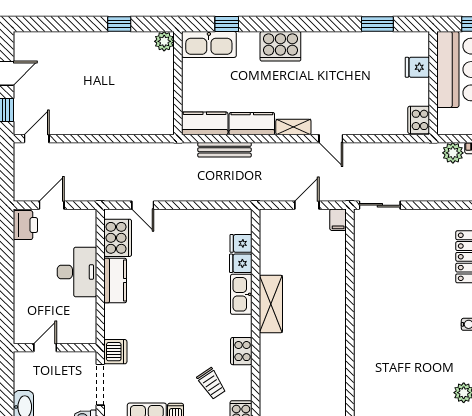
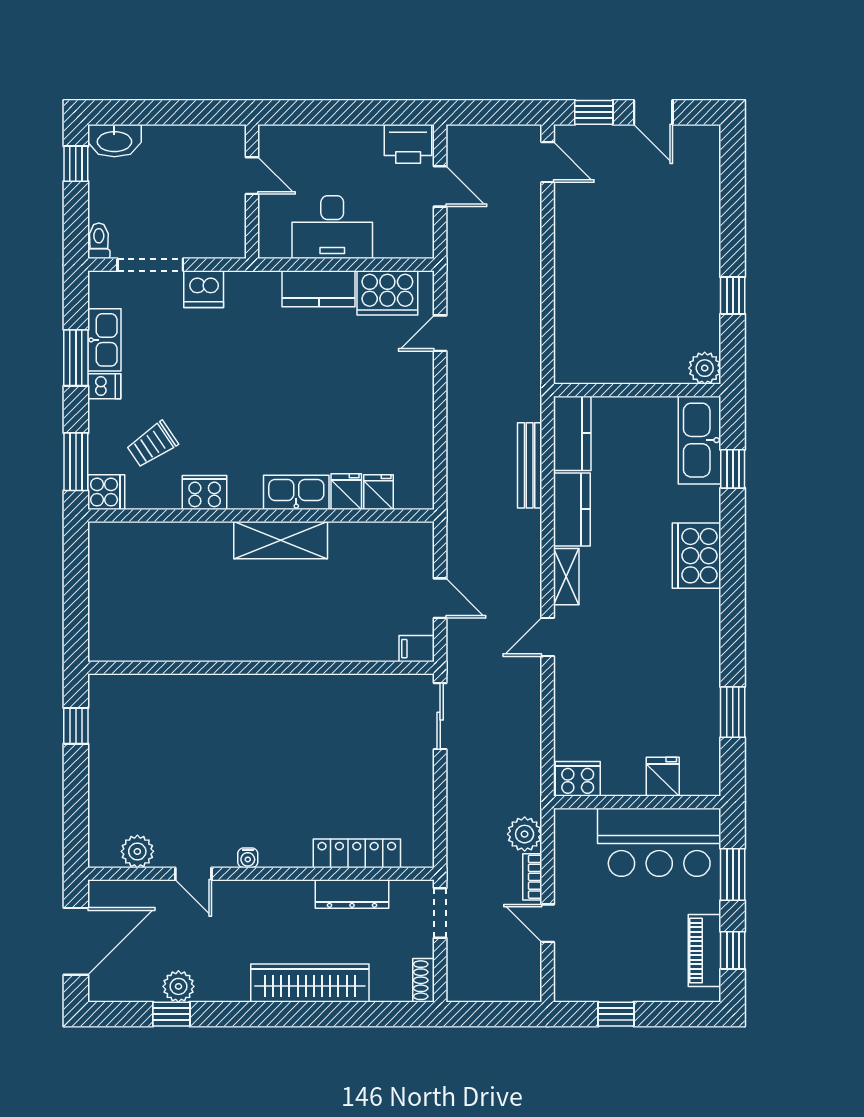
door: (45, 348) -> (252, 176), moved
wall: (55, 348) -> (252, 192), moved

